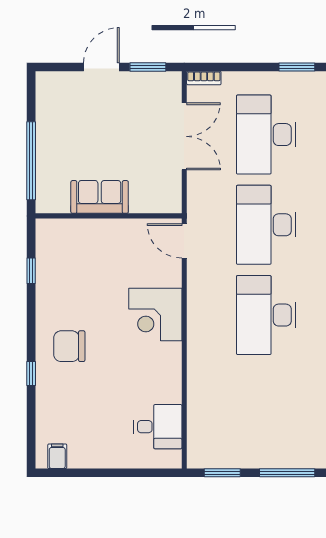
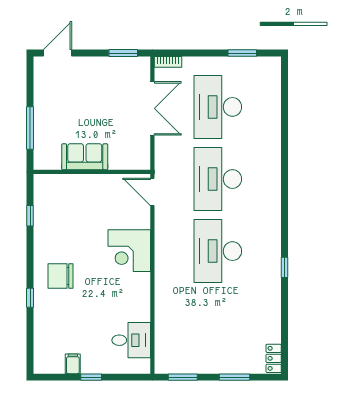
door: (101, 67) -> (58, 53), moved
window: (31, 161) -> (30, 128), width x0.68
filing cabinet: (57, 456) -> (73, 364), moved
window: (108, 473) -> (91, 377), added
window: (287, 473) -> (234, 377), width x0.69

